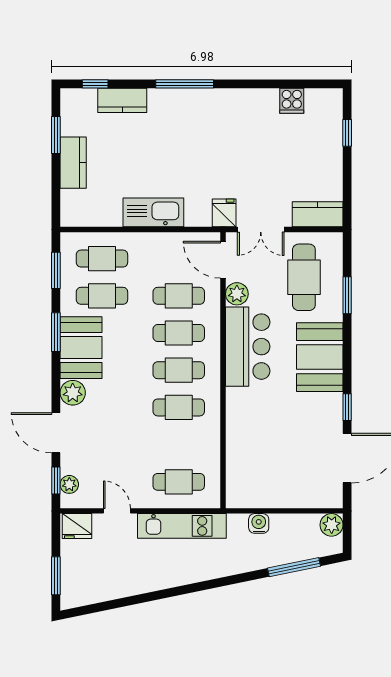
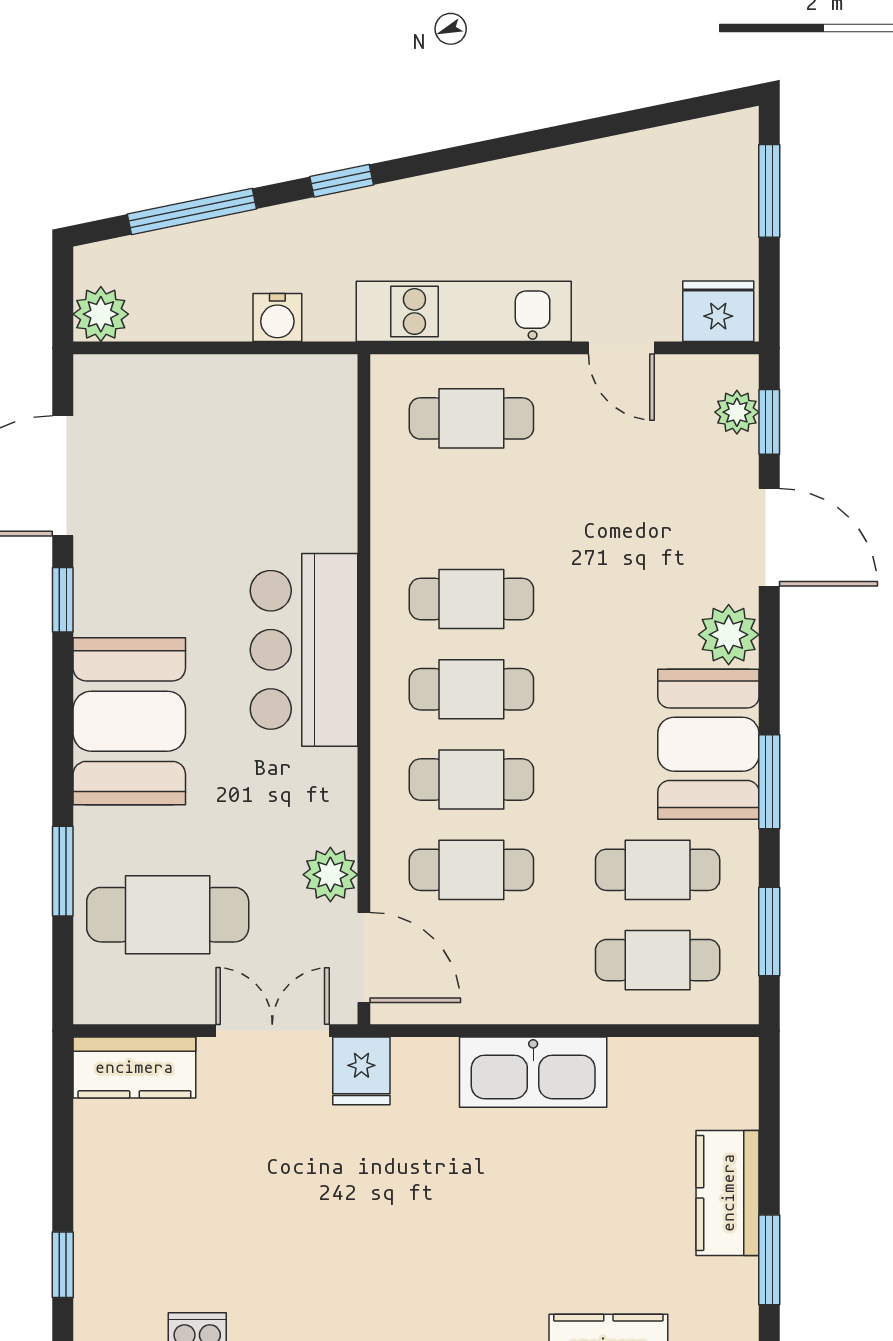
cafe table: (304, 277) -> (168, 915), turned 90
bar counter: (248, 347) -> (304, 650), moved
window: (232, 580) -> (342, 181), added

